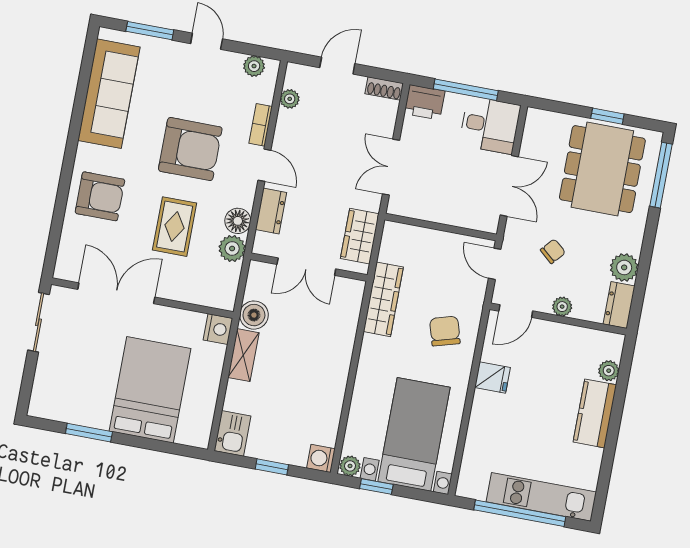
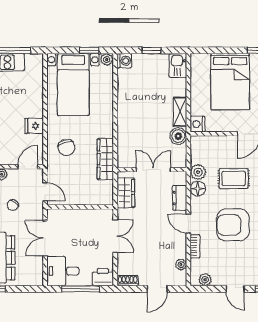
rug: (175, 227) -> (234, 179), turned 90

